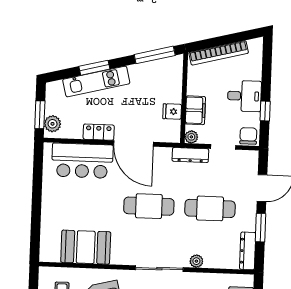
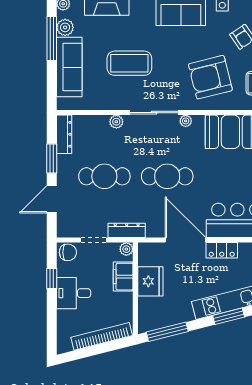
fridge: (172, 112) -> (150, 281), width x1.88, depth x1.34
chair: (248, 136) -> (68, 252), turned -90
plant: (129, 259) -> (186, 121), added

